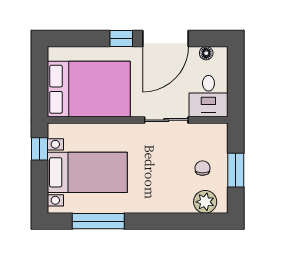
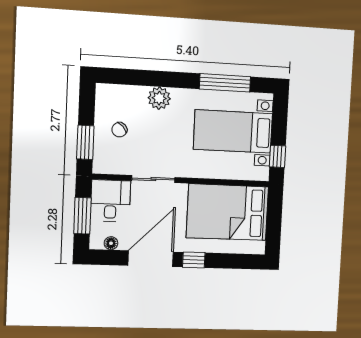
window: (236, 80) -> (82, 216), added
chair: (202, 168) -> (119, 130), turned 47
window: (236, 170) -> (85, 142), moved
plant: (205, 202) -> (159, 98), moved

